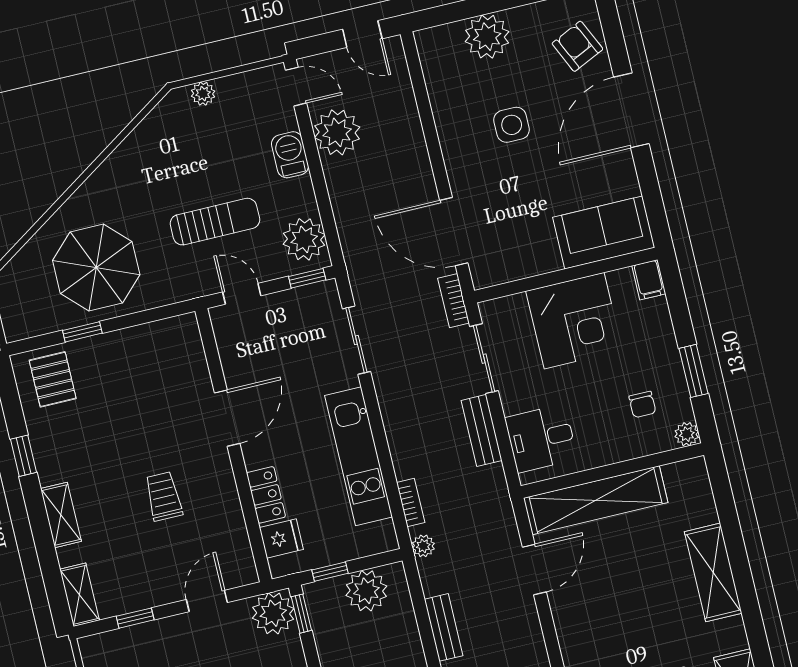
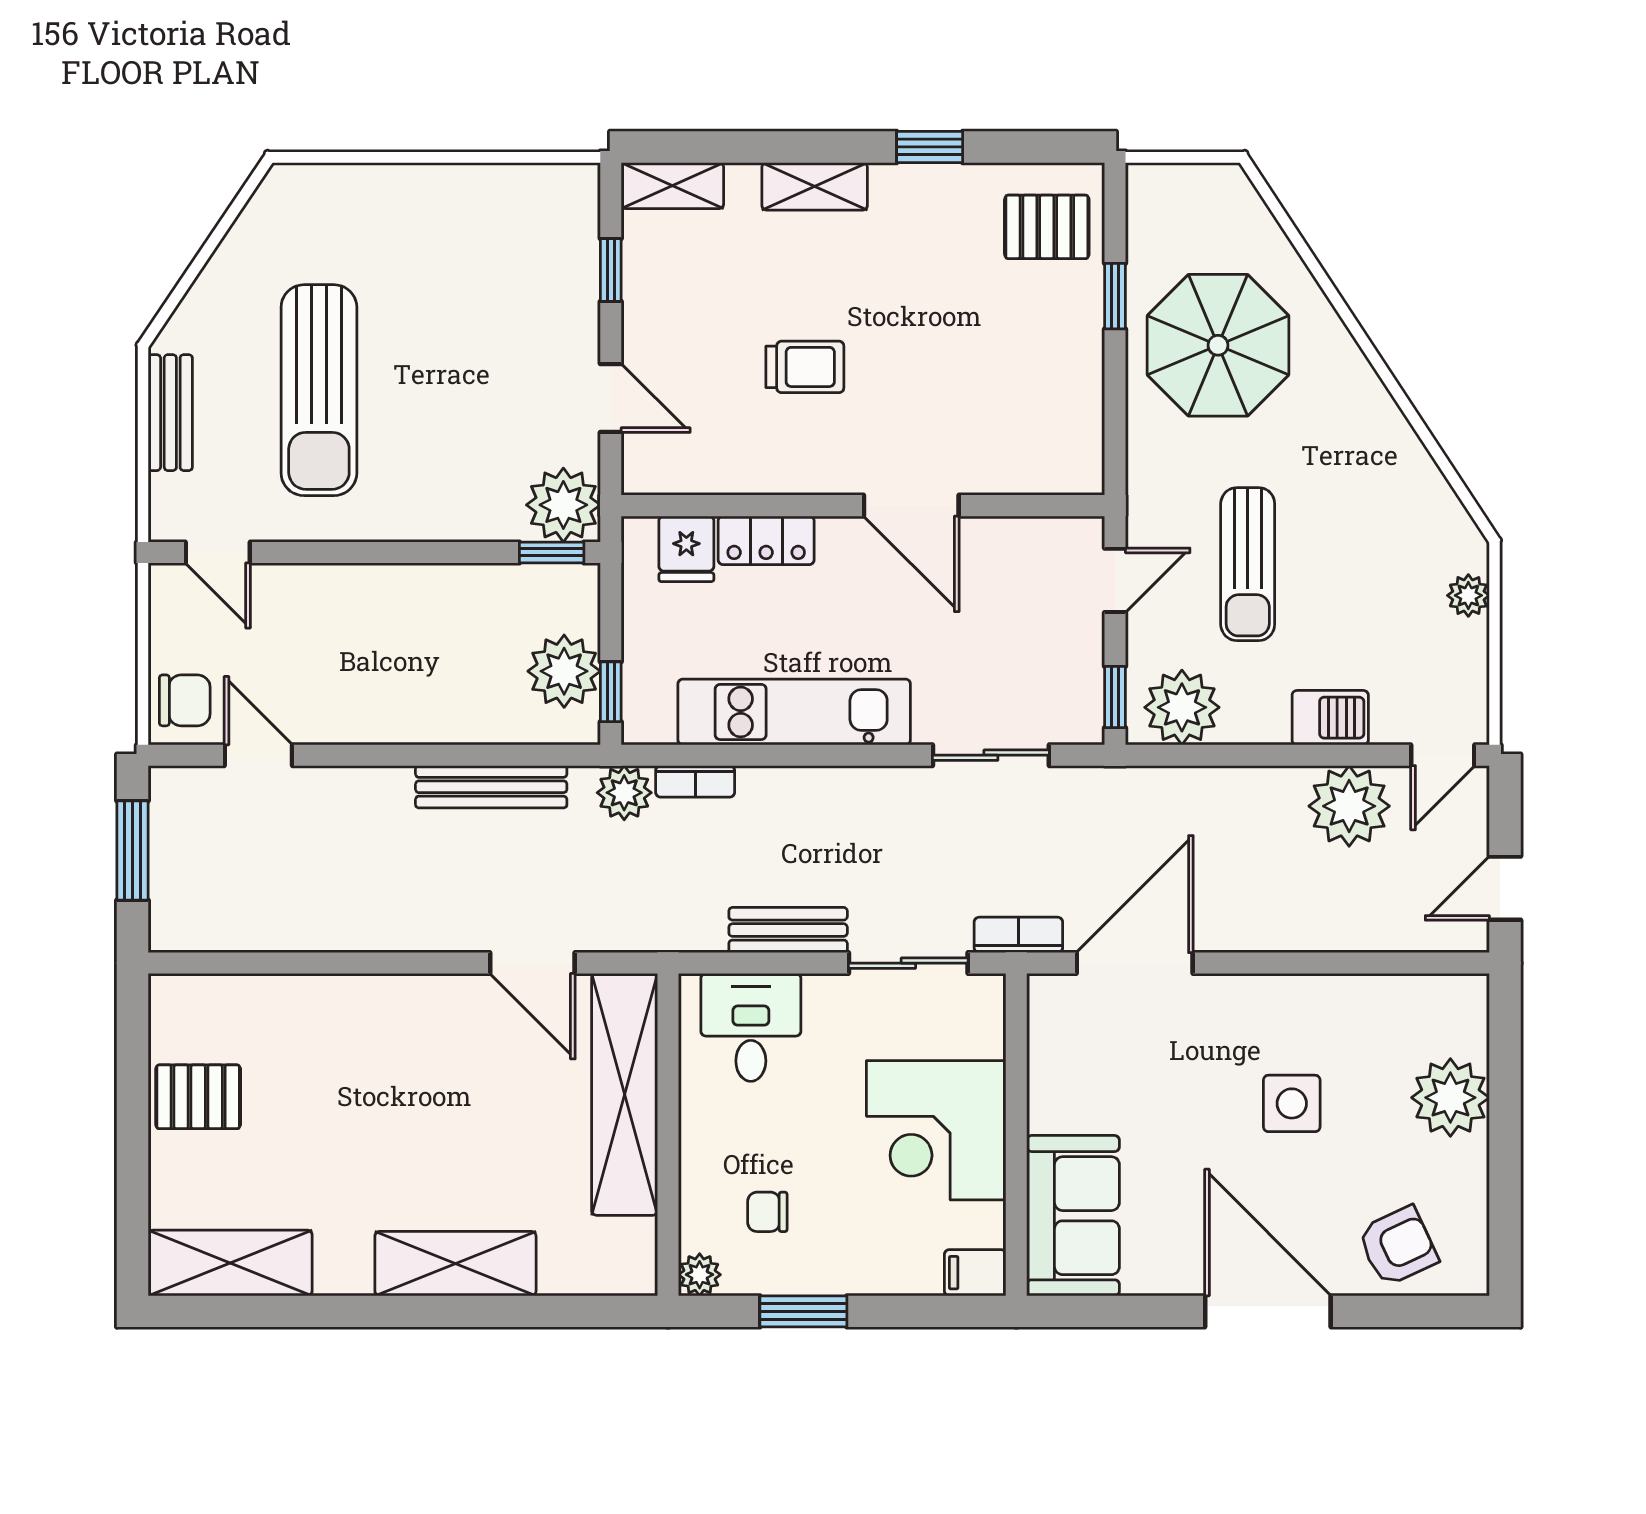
plant: (423, 546) -> (624, 793), width x1.38, depth x1.38
window: (330, 572) -> (611, 692), moved
bench: (444, 627) -> (491, 787), width x1.36

